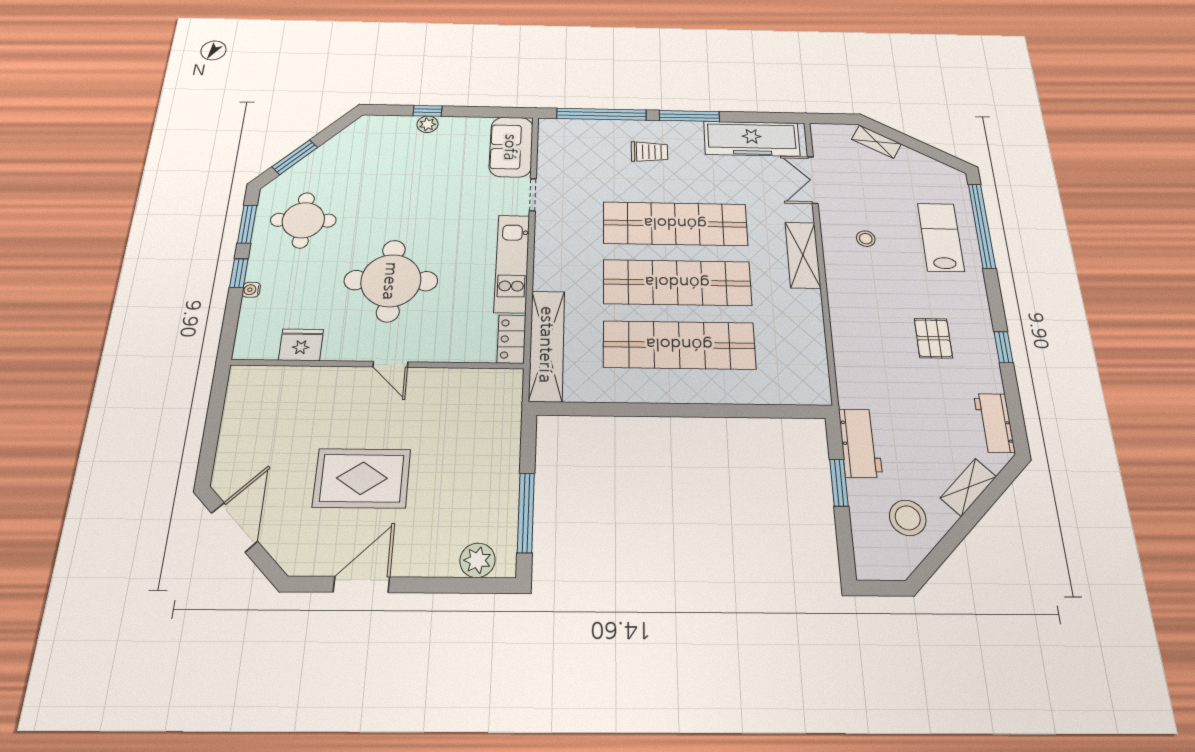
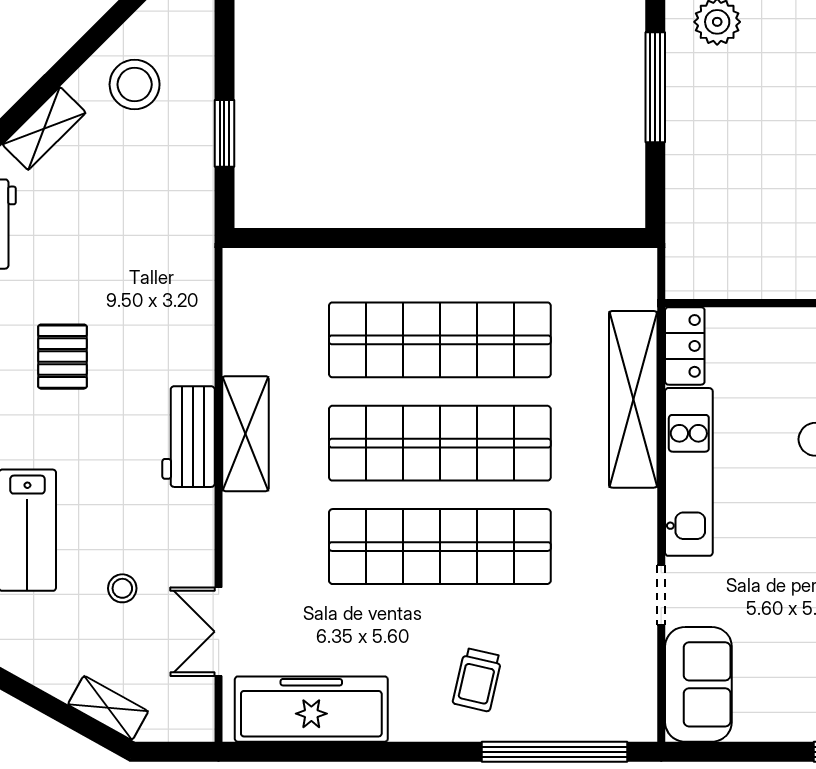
window: (689, 116) -> (411, 752), removed
trolley: (650, 152) -> (477, 680), turned -77
double door: (813, 180) -> (219, 632), swing flipped
stool: (866, 239) -> (122, 588), moved
shelving: (803, 255) -> (246, 434), moved
shelving: (547, 345) -> (633, 399), moved
workbench: (860, 443) -> (189, 437), moved

